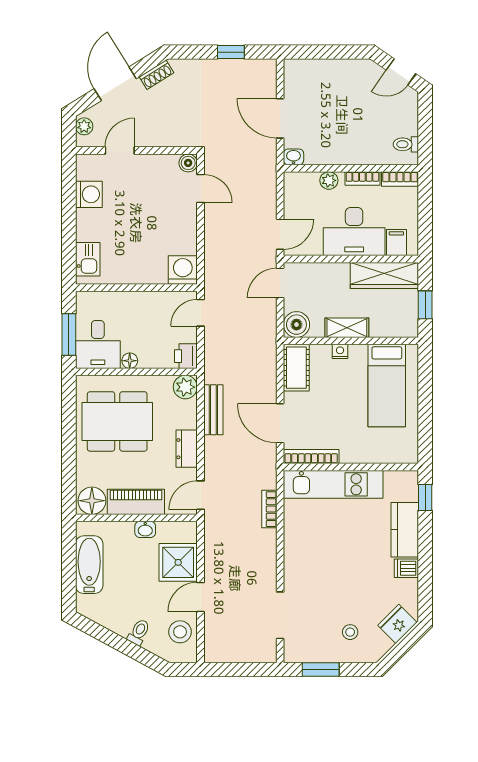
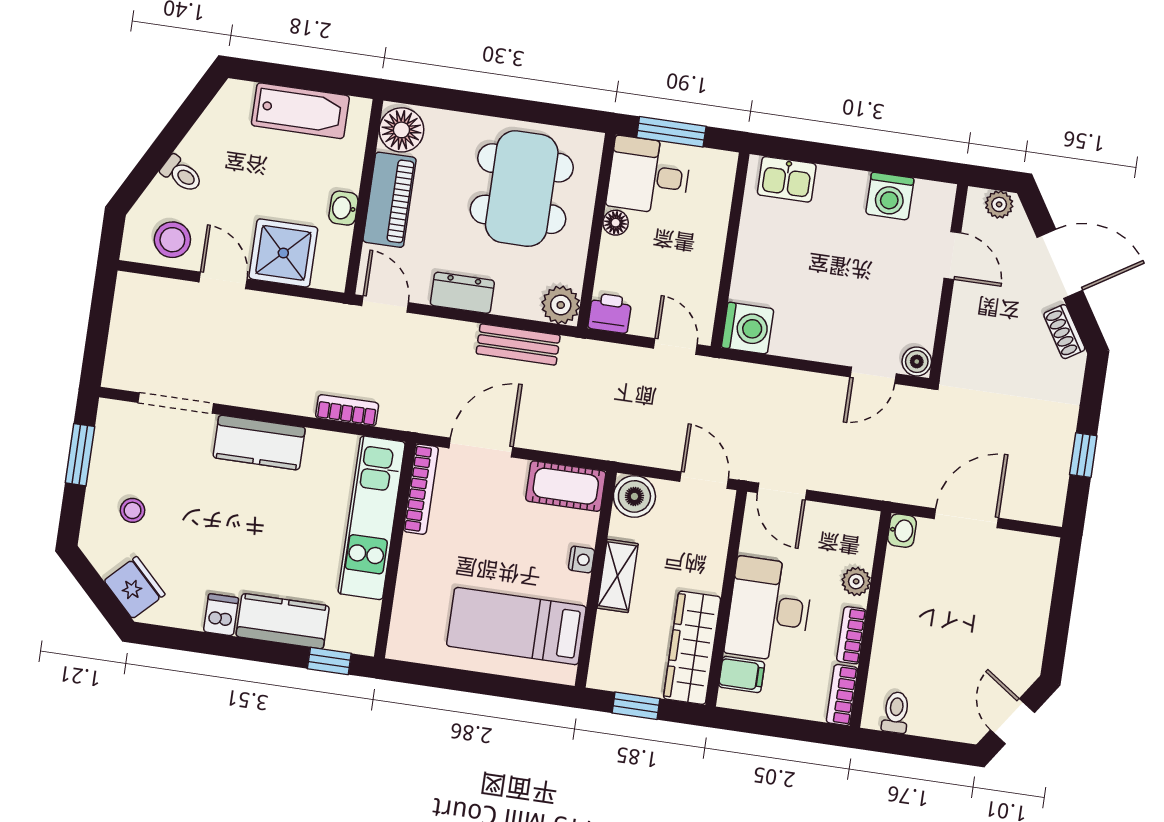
kitchen counter: (297, 560) -> (259, 443), added

